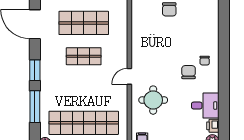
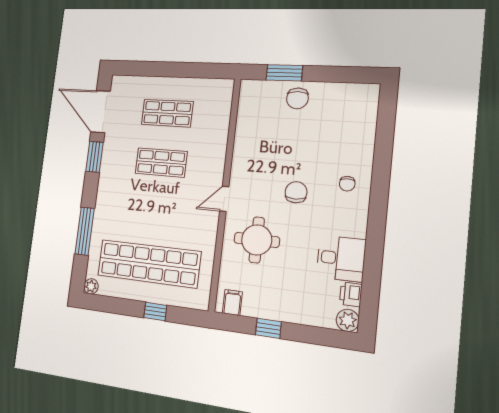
shop shelf: (84, 23) -> (167, 113), width x0.70, depth x0.74
window: (35, 70) -> (94, 157), moved
chair: (189, 72) -> (296, 192), moved

